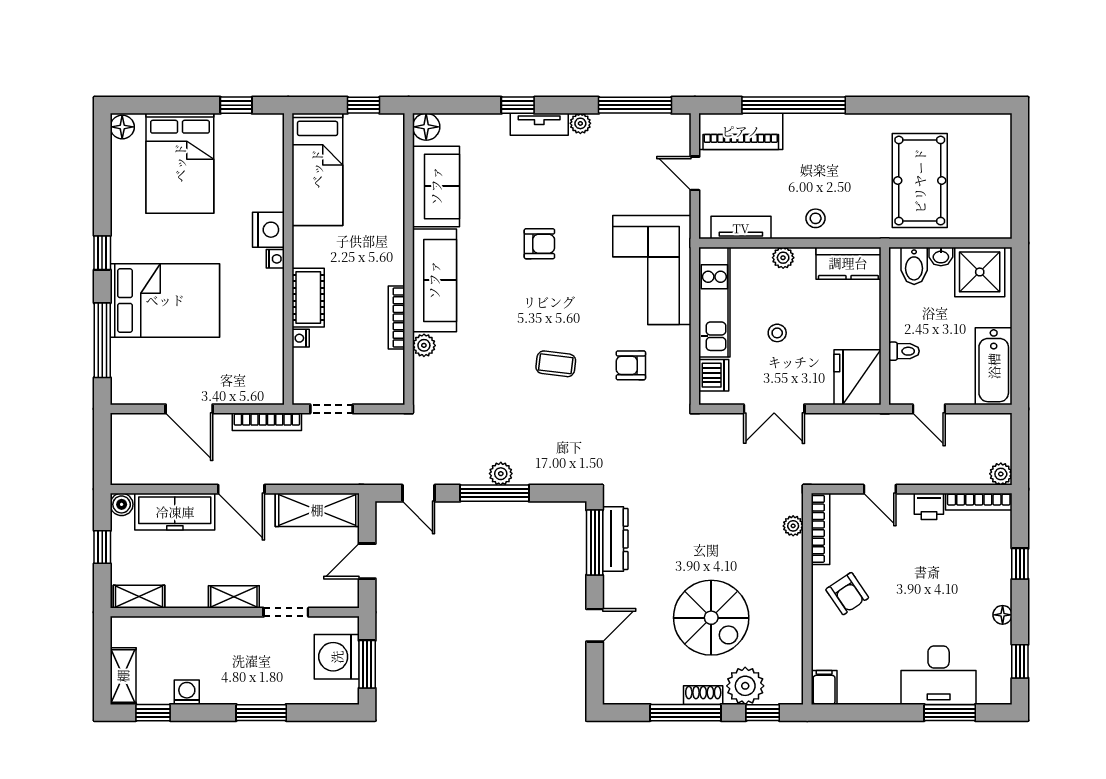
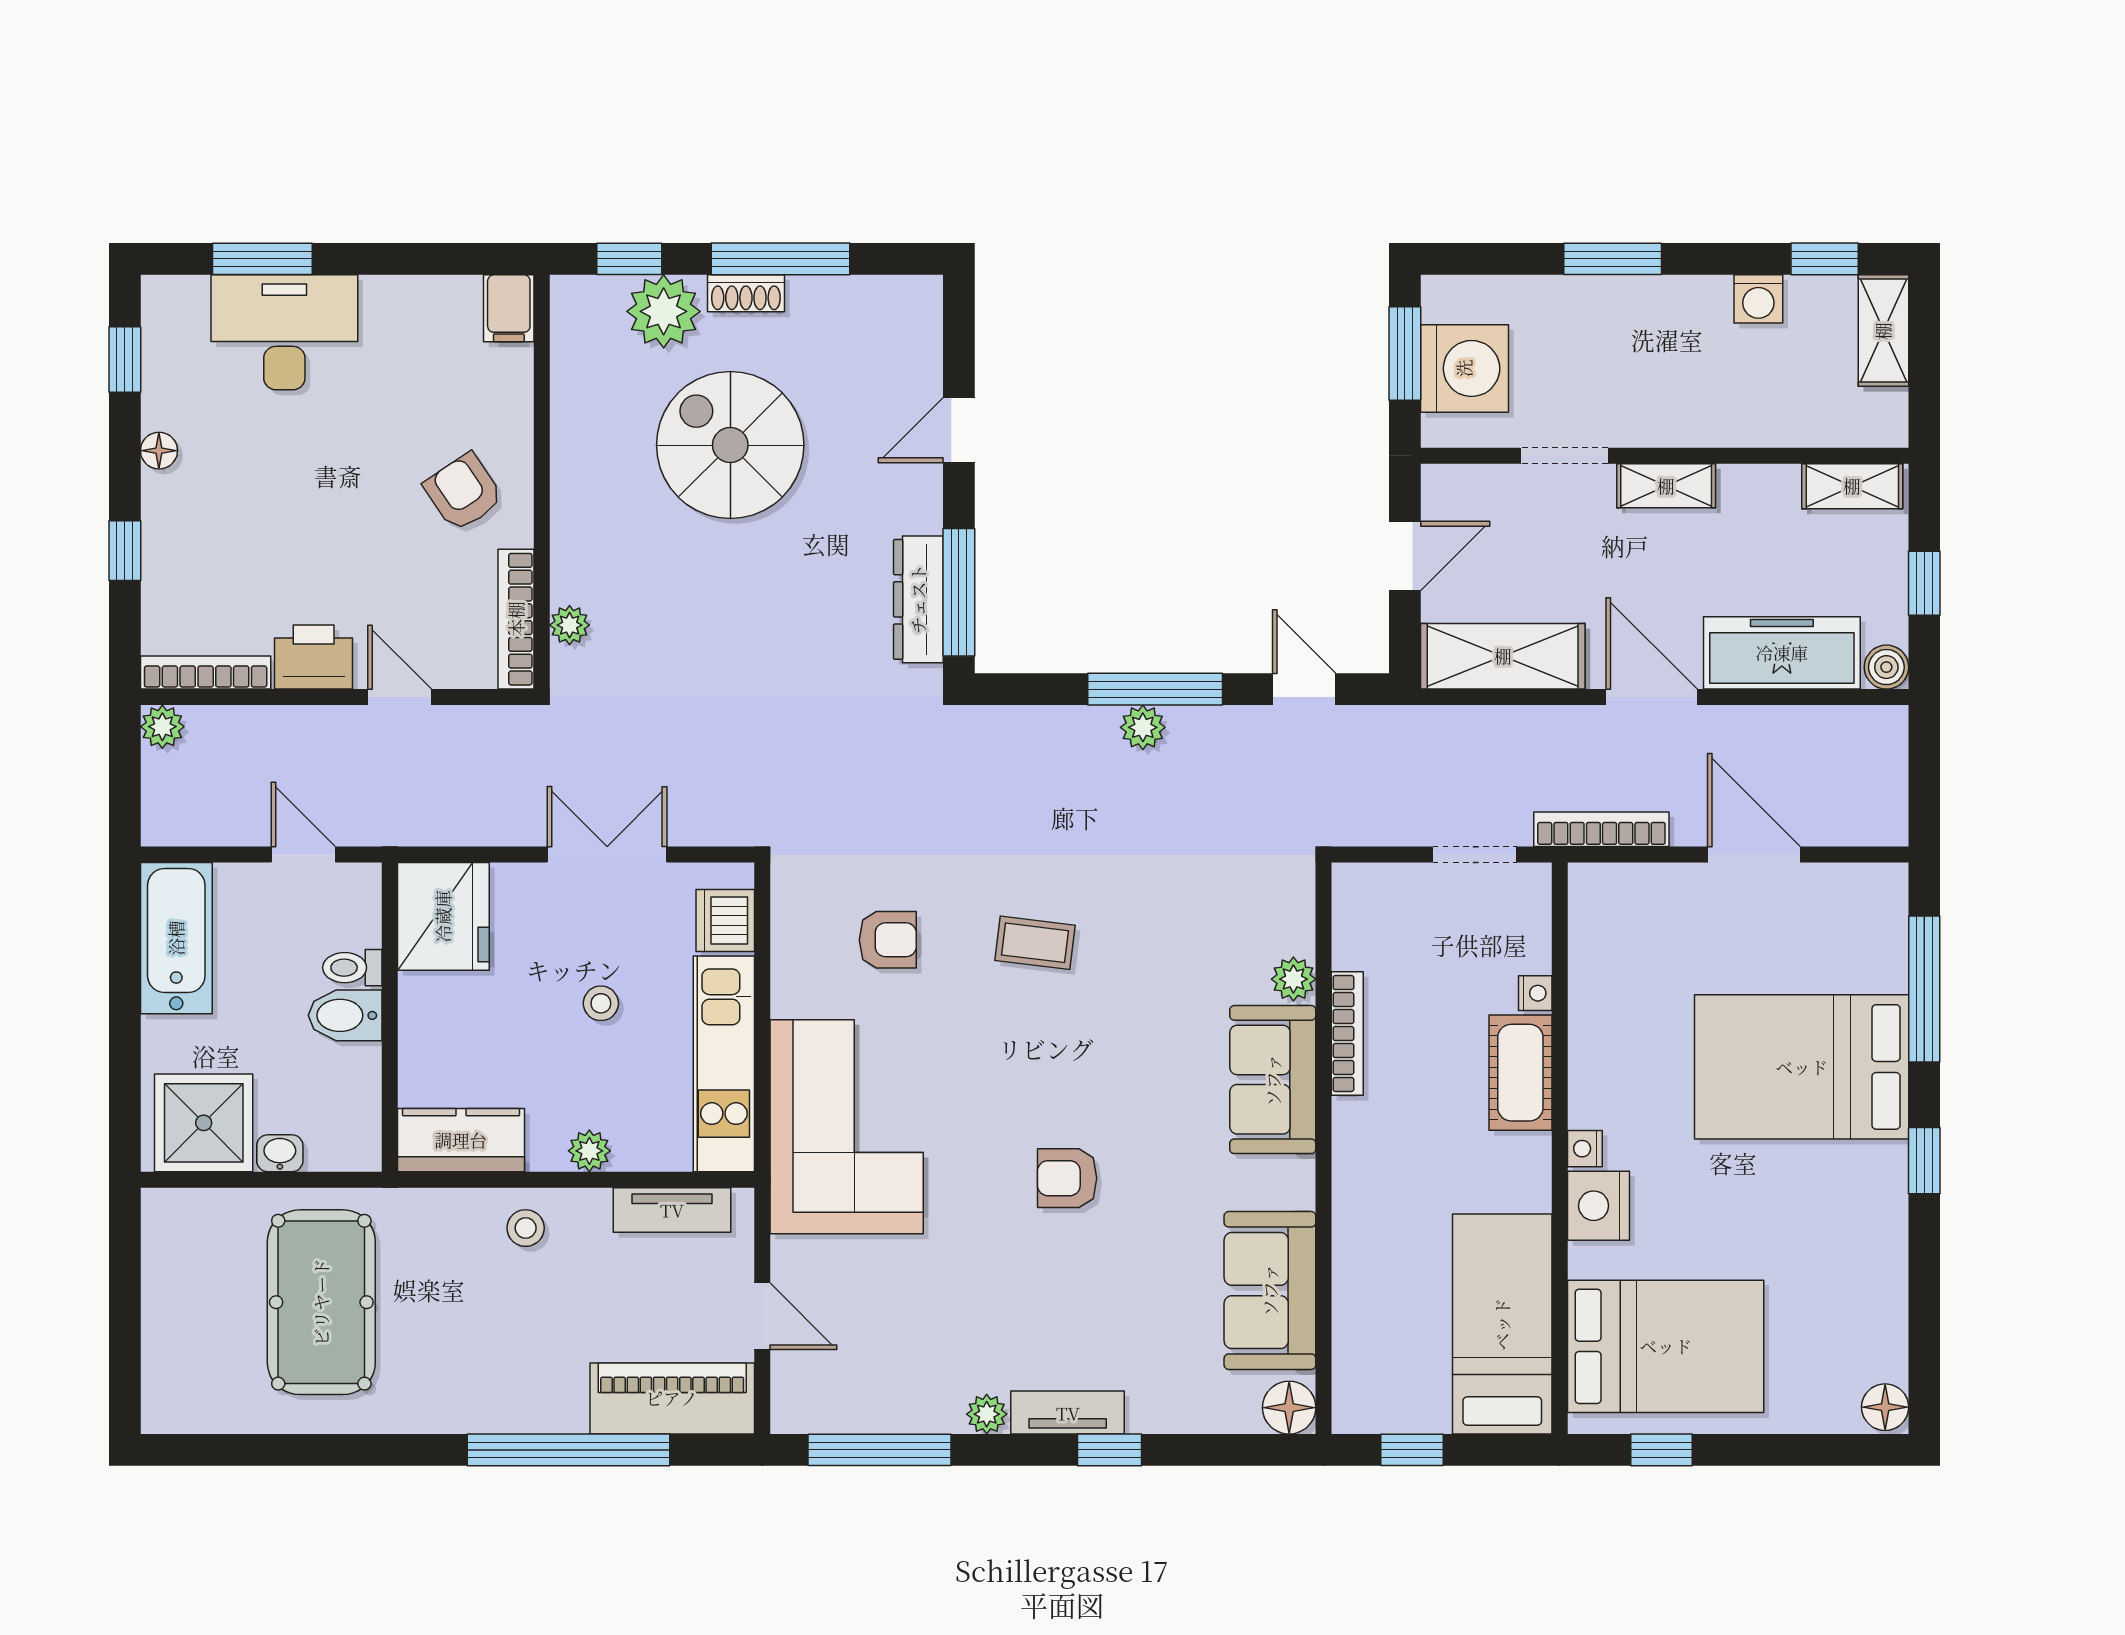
bed: (180, 163) -> (1666, 1346), moved, turned 90
bidet: (914, 266) -> (345, 1015), moved, turned -90
sofa: (434, 280) -> (1273, 1080), width x0.73
printer: (929, 506) -> (314, 657), width x1.36, depth x1.24

